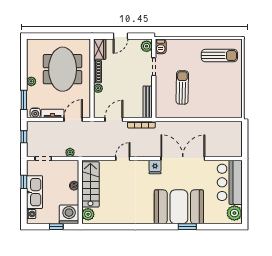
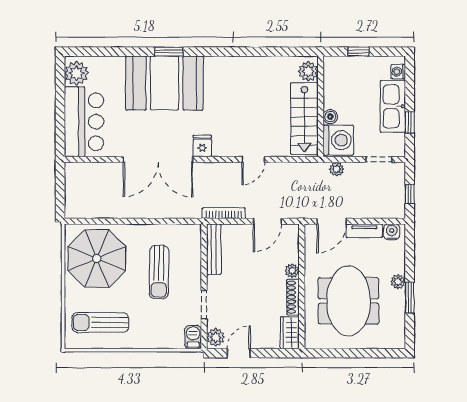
door: (120, 36) -> (239, 353), moved
parasol: (222, 96) -> (97, 259), added
window: (24, 100) -> (410, 298), moved
washing machine: (69, 214) -> (338, 140), moved, turned -90
window: (187, 227) -> (169, 52), moved

